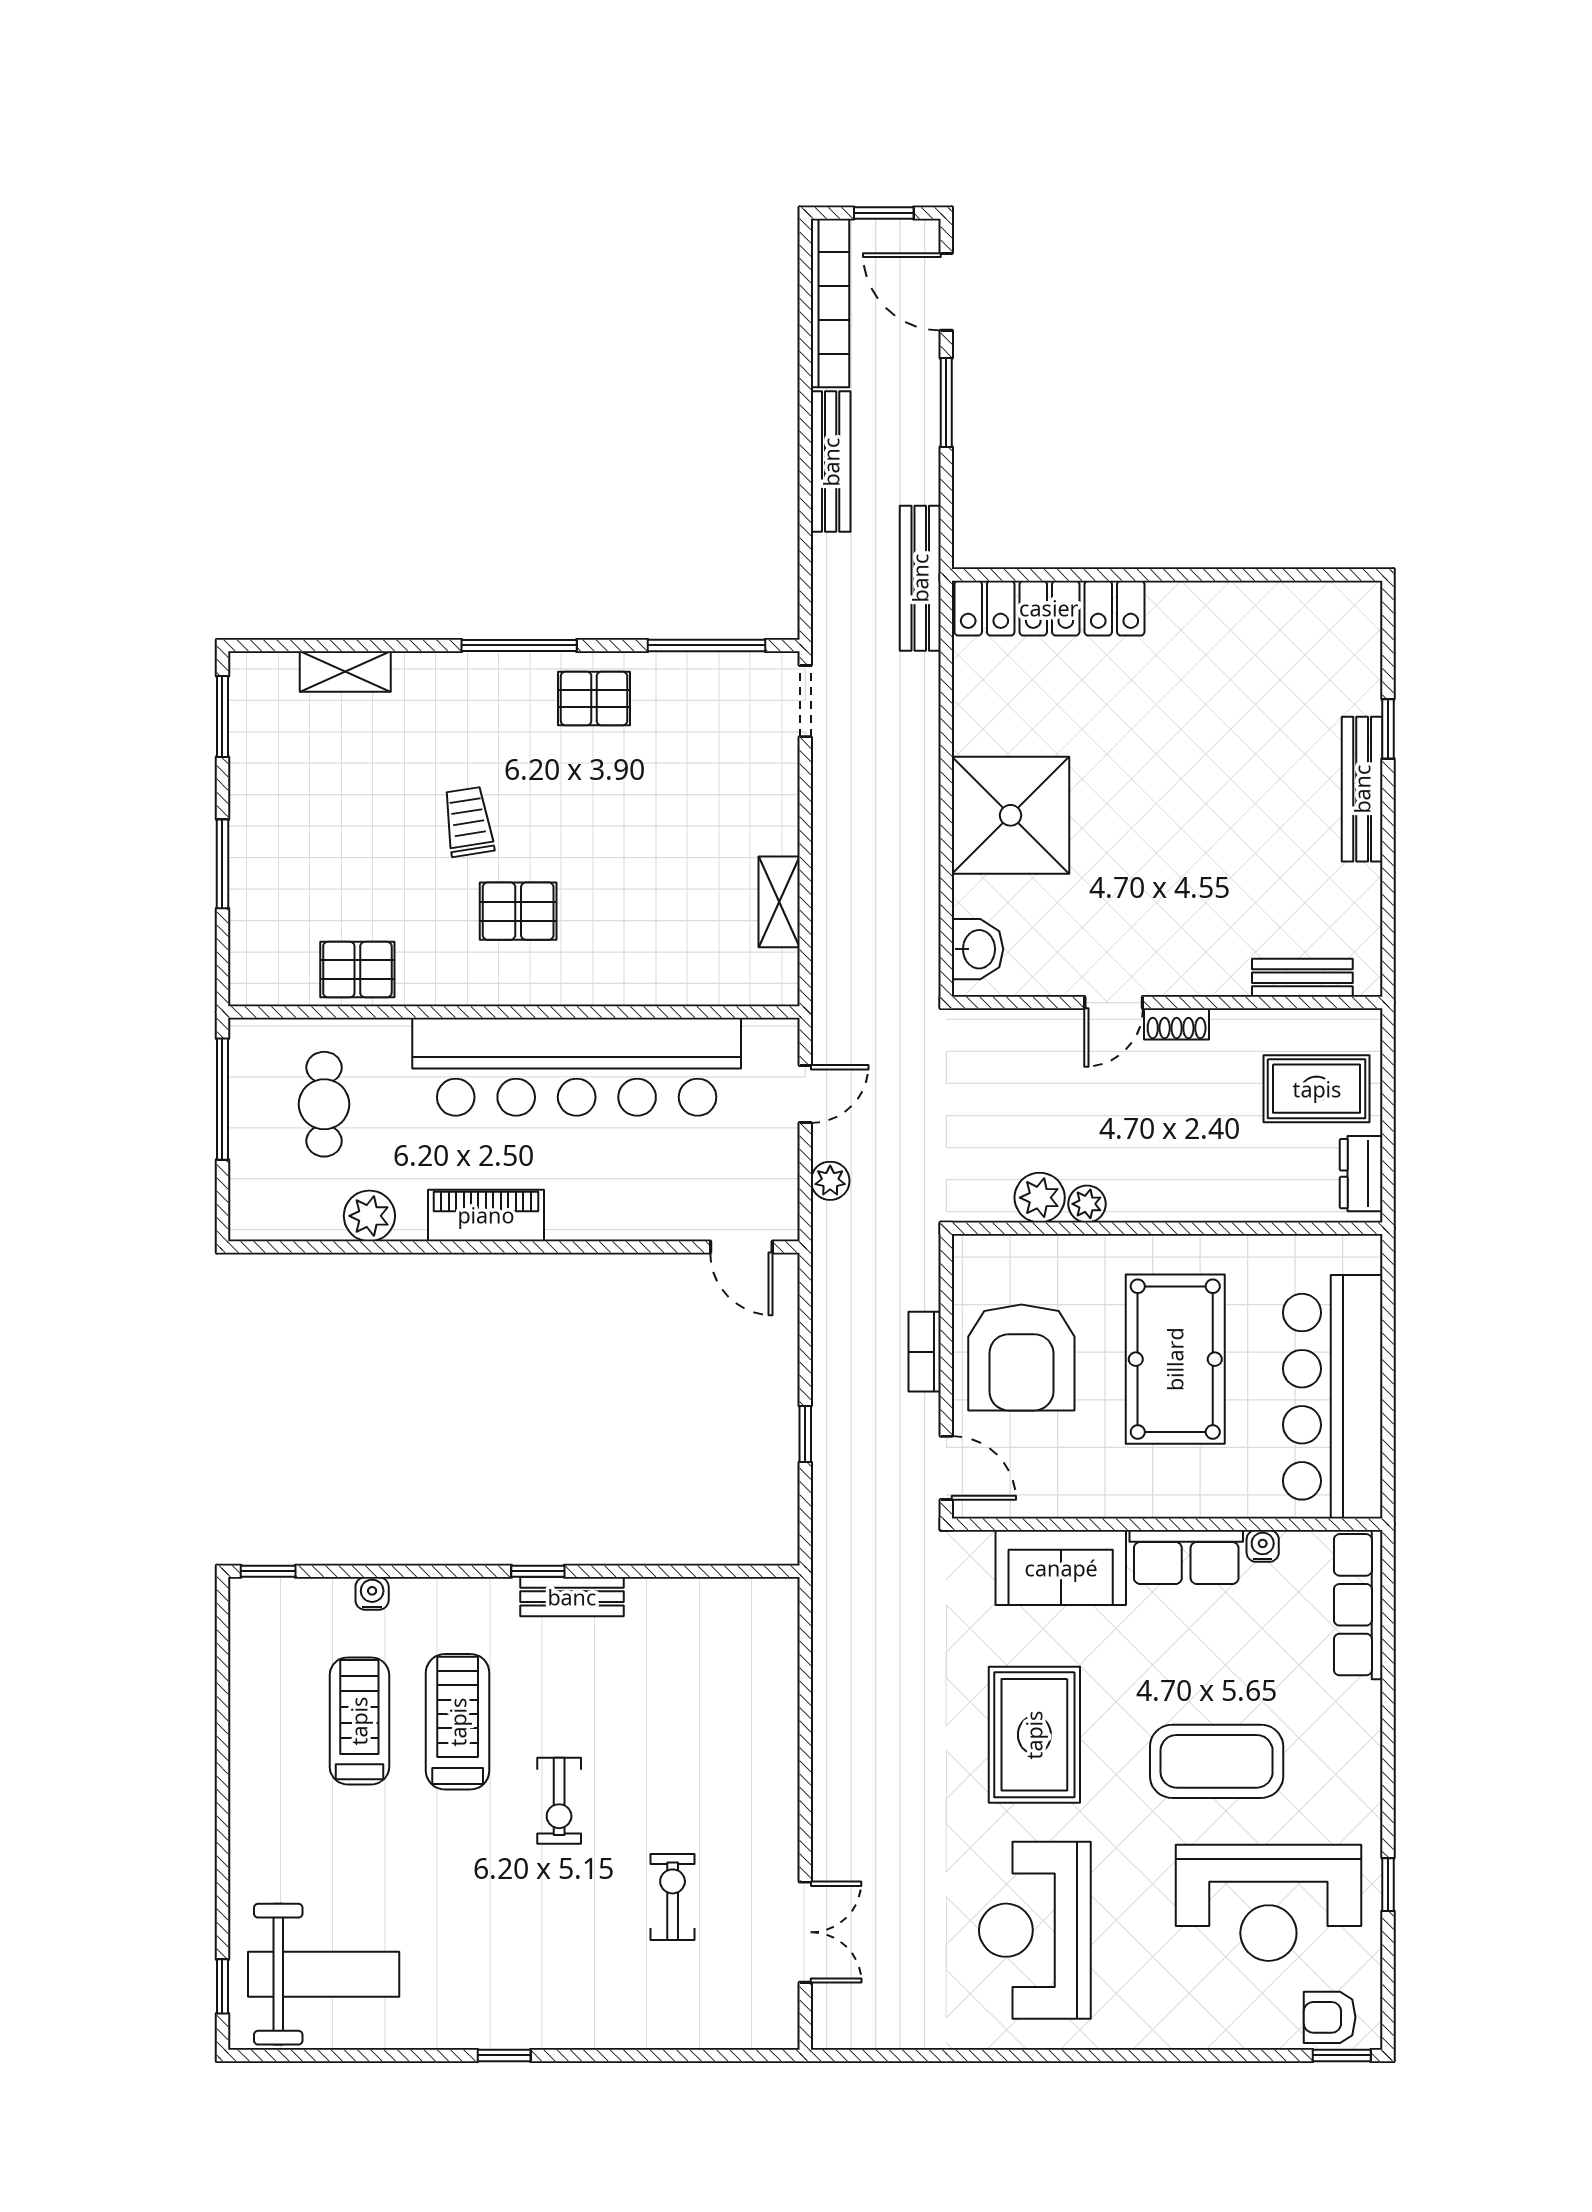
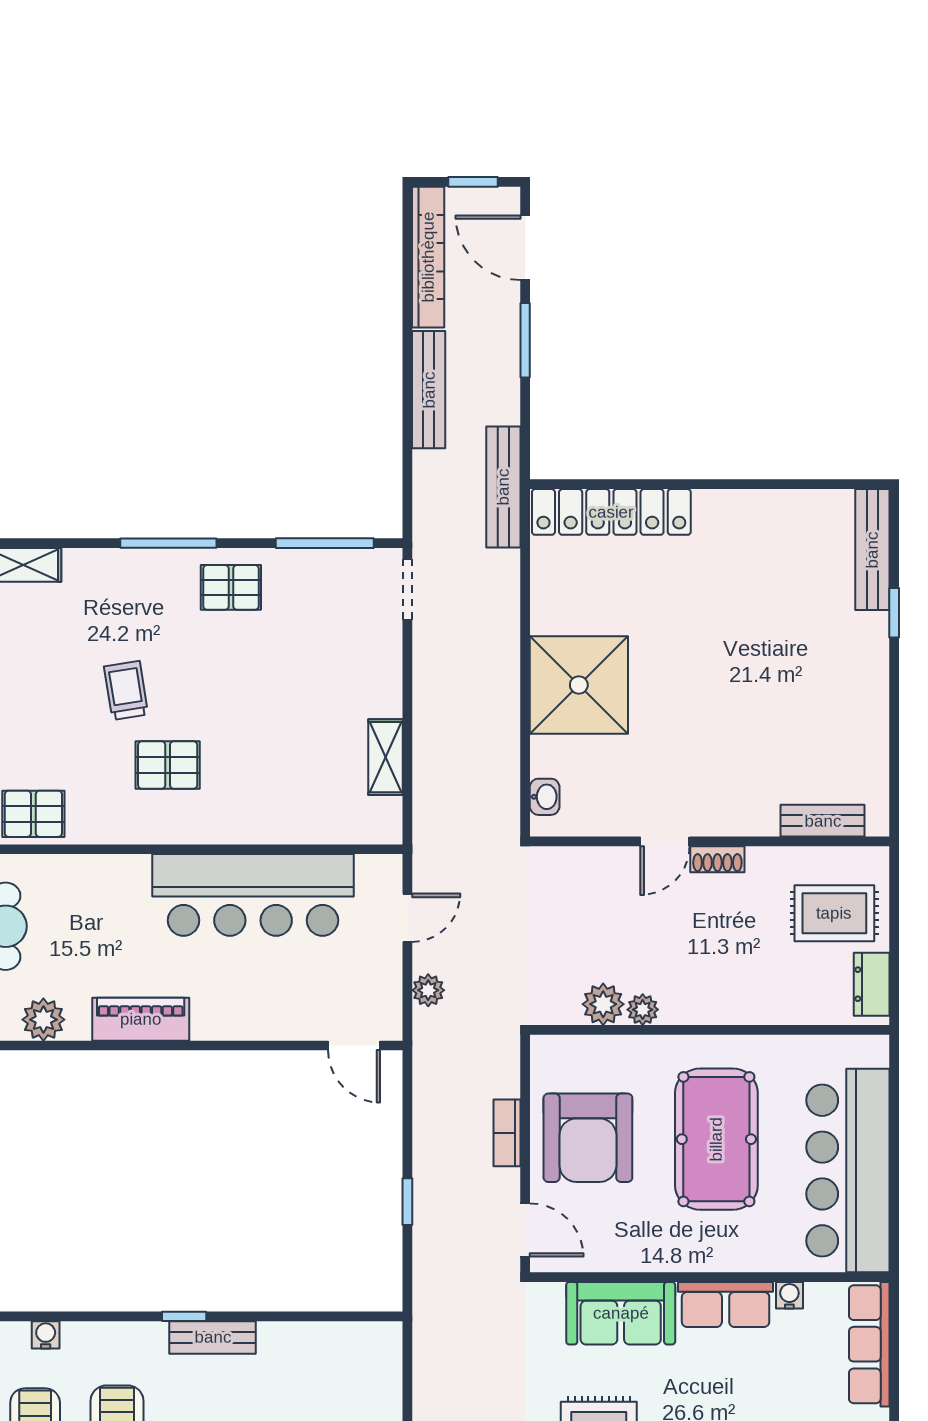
bench: (1362, 789) -> (872, 550), moved
washbasin: (978, 949) -> (545, 797), width x0.72, depth x0.69
bar counter: (577, 1067) -> (253, 895), width x0.73

